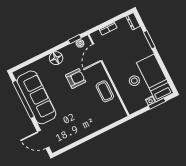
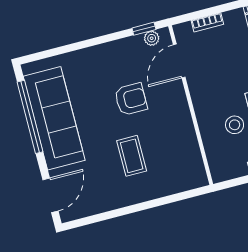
floor lamp: (56, 58) -> (104, 55), removed
coffee table: (105, 91) -> (132, 156), moved
door: (43, 139) -> (50, 195), swing flipped

